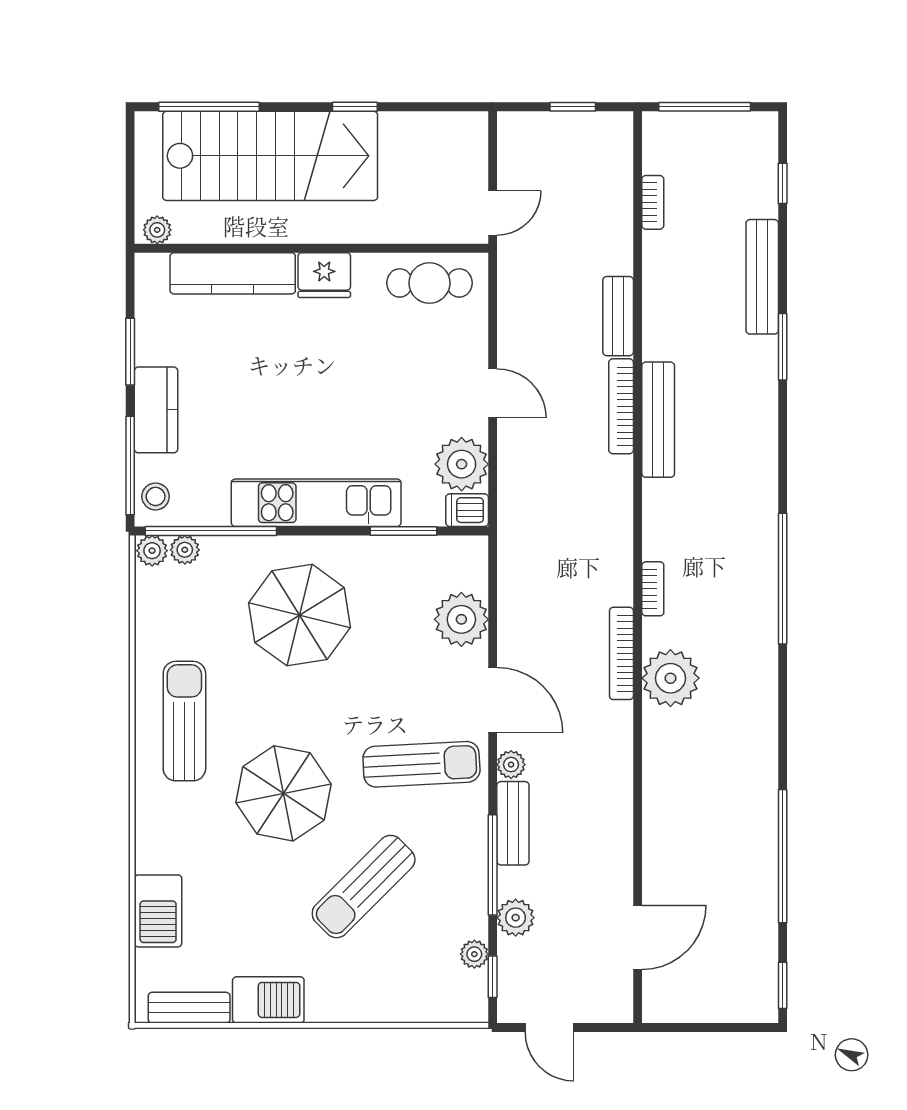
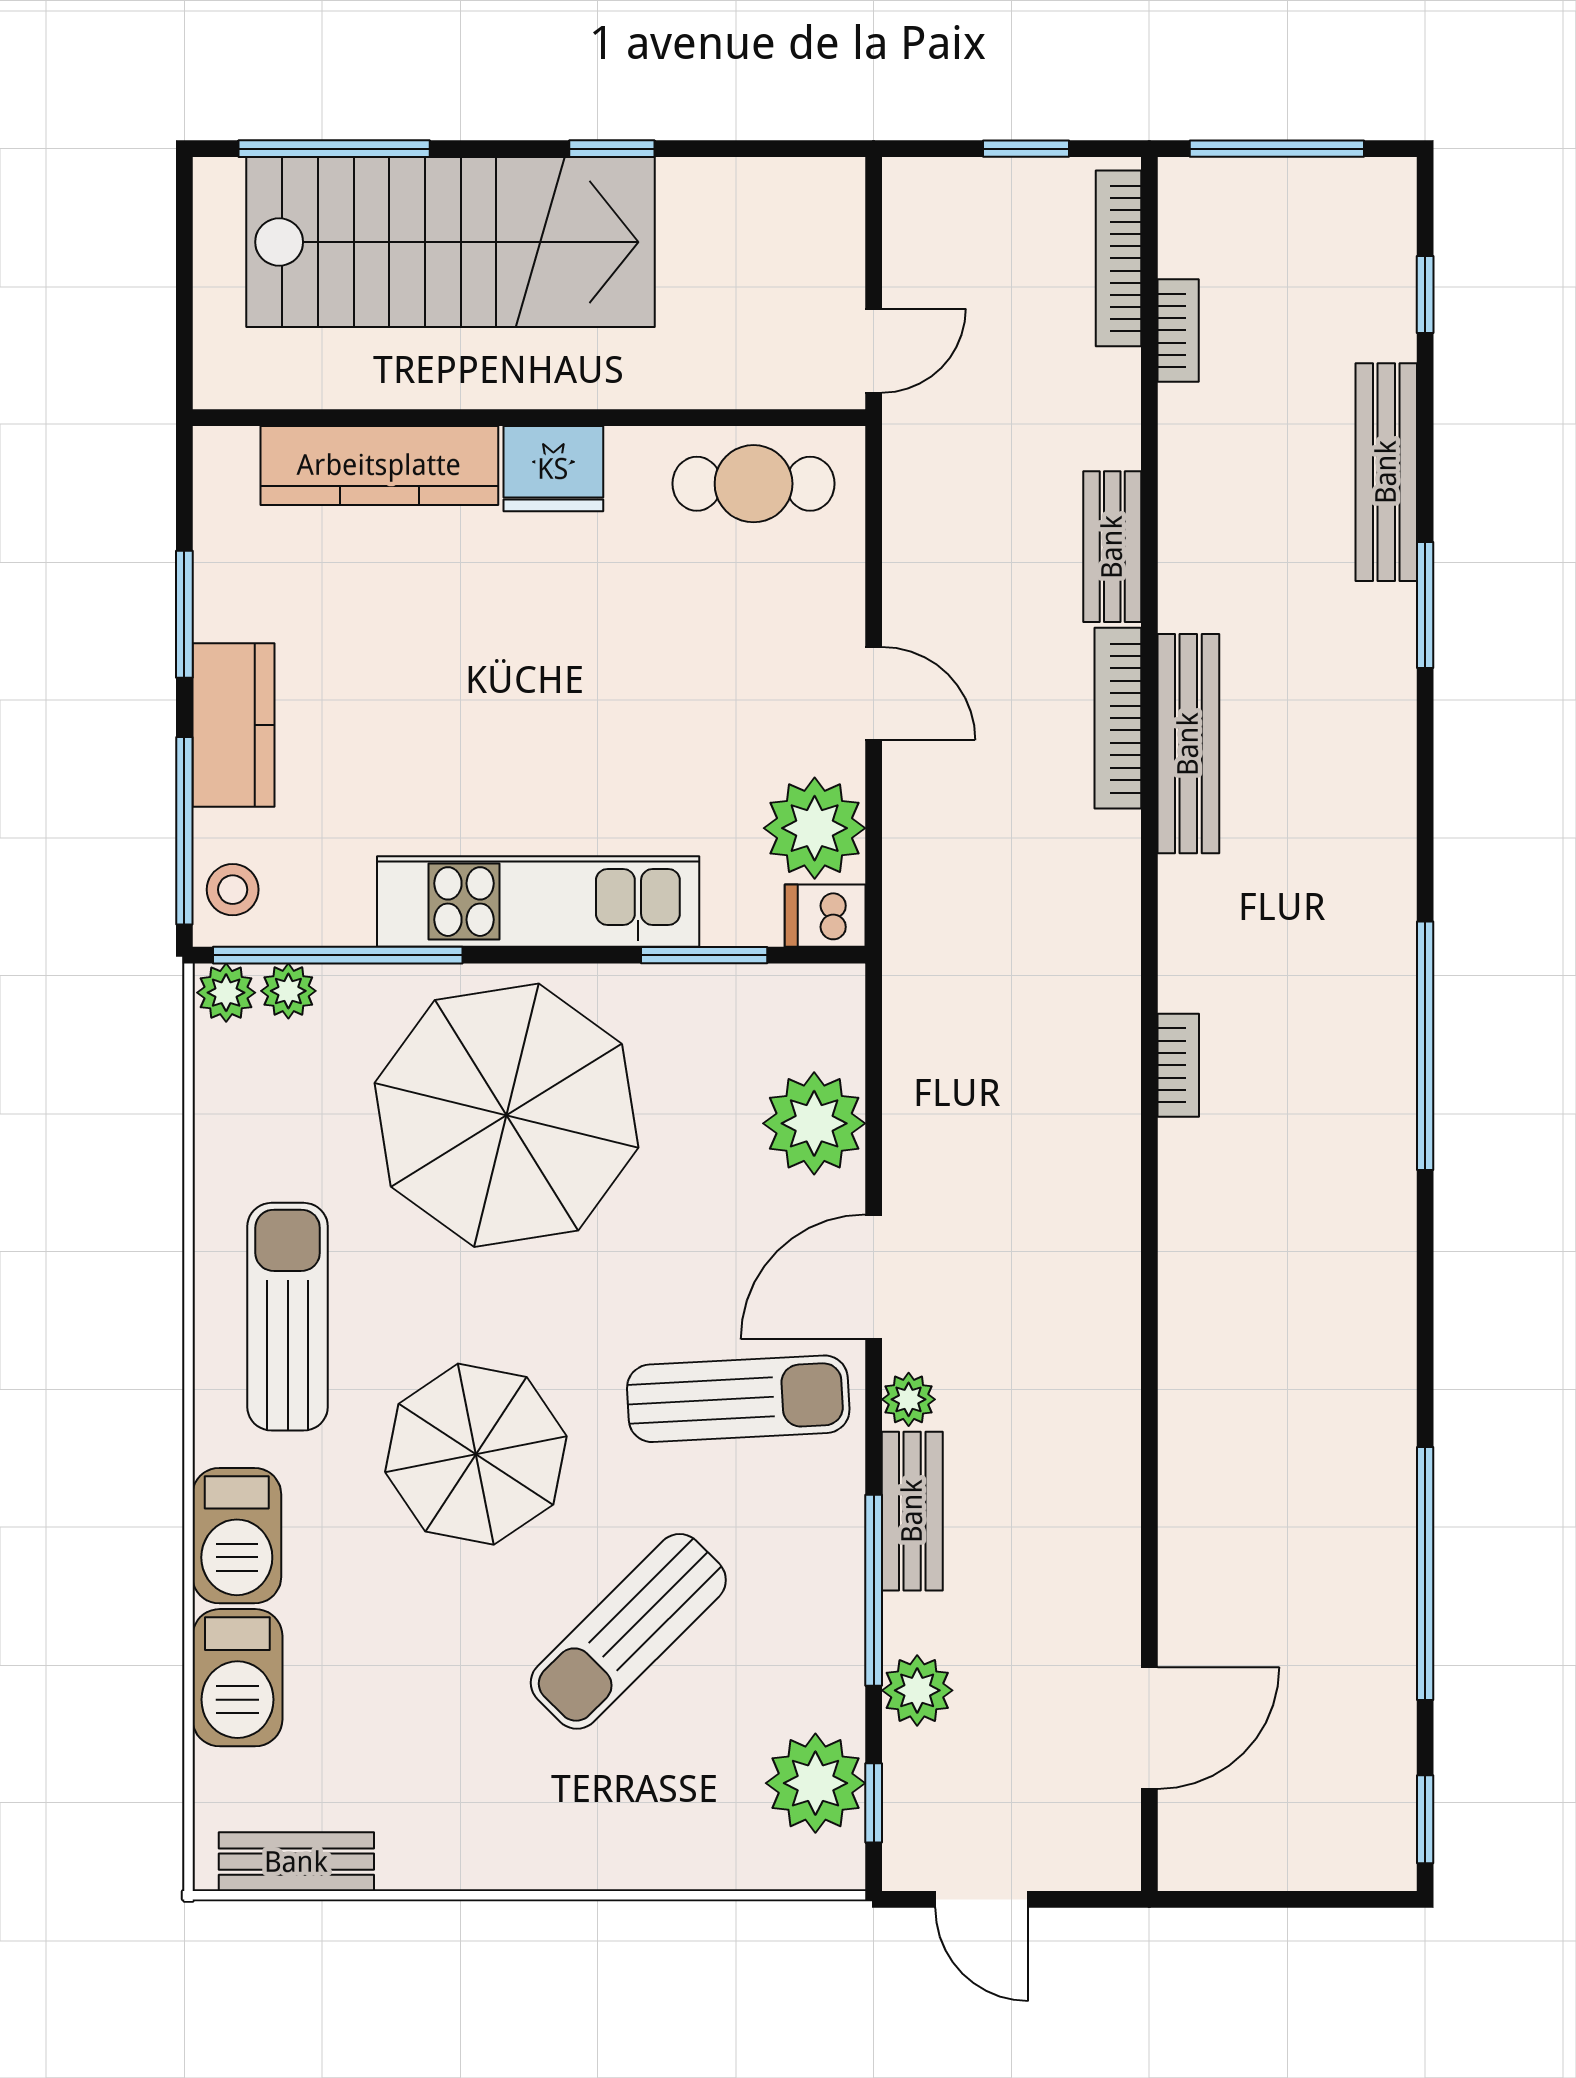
plant: (157, 230) -> (236, 383), removed
parasol: (300, 615) -> (506, 1115), width x1.36, depth x1.36
bookcase: (621, 653) -> (1119, 258), moved
plant: (670, 678) -> (1212, 1235), removed
door: (493, 700) -> (874, 1277), swing flipped
plant: (474, 954) -> (815, 1783), width x1.88, depth x1.88
barbecue: (268, 1000) -> (237, 1536), moved, turned 90

